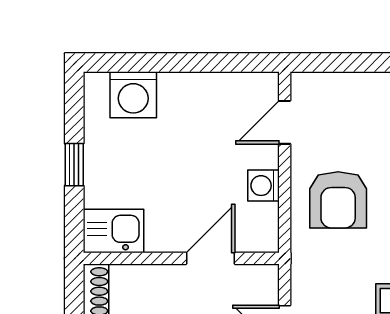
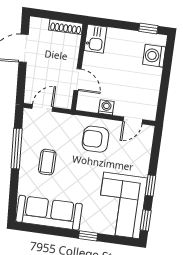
door: (285, 122) -> (133, 120), swing flipped
window: (74, 165) -> (148, 29), moved

